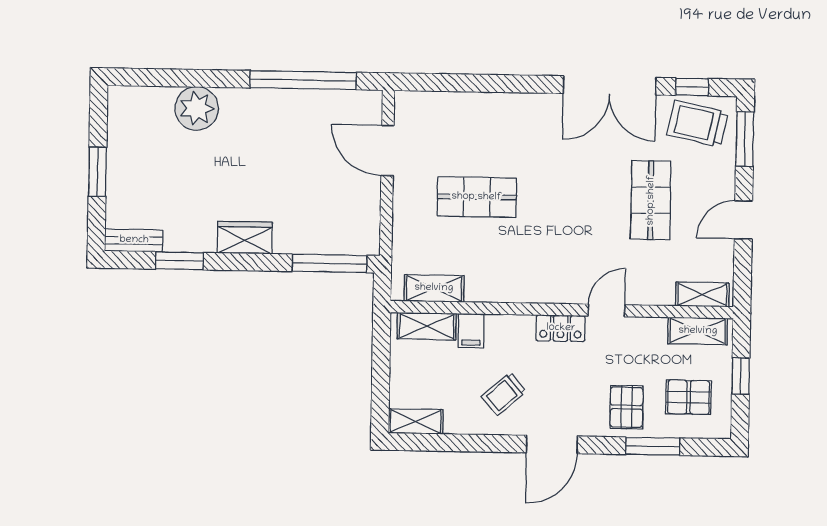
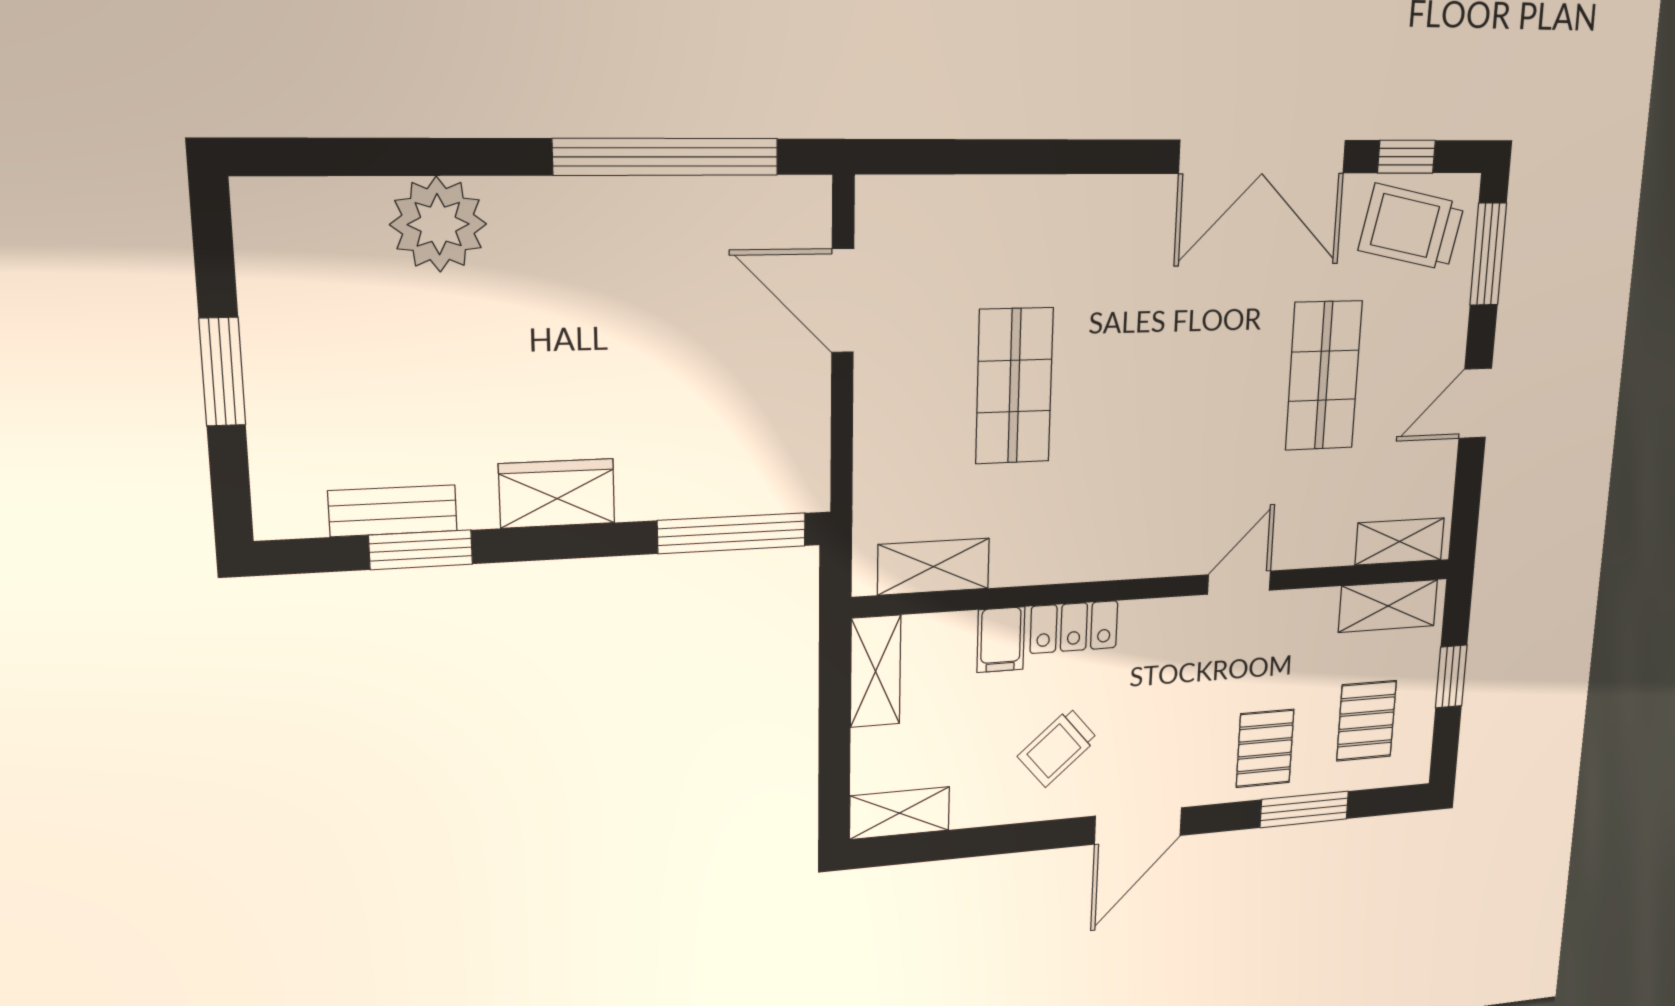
shop shelf: (477, 197) -> (1014, 386), turned 90
bench: (134, 240) -> (393, 511), moved
shelving: (427, 326) -> (876, 671), moved, turned 90
locker: (561, 328) -> (1074, 627), moved
pallet: (689, 397) -> (1366, 721), turned 90

